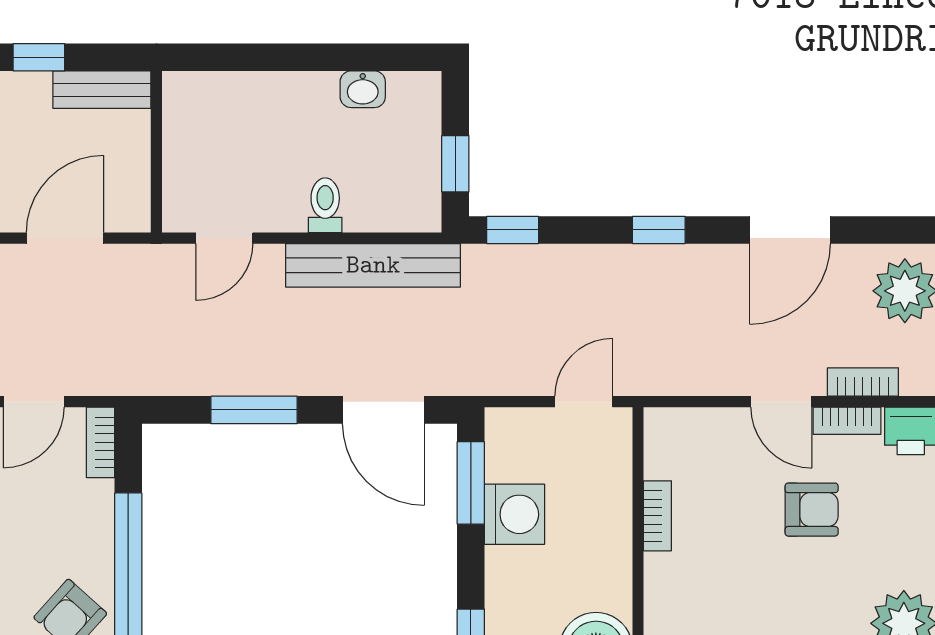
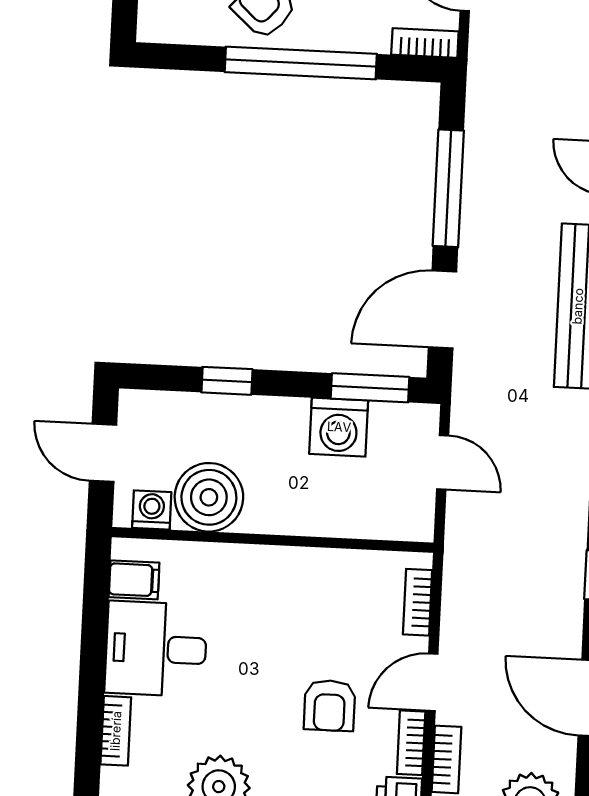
door: (584, 402) -> (443, 462), moved
window: (254, 410) -> (448, 188), width x1.44
bookcase: (657, 516) -> (418, 602), moved, turned 90

